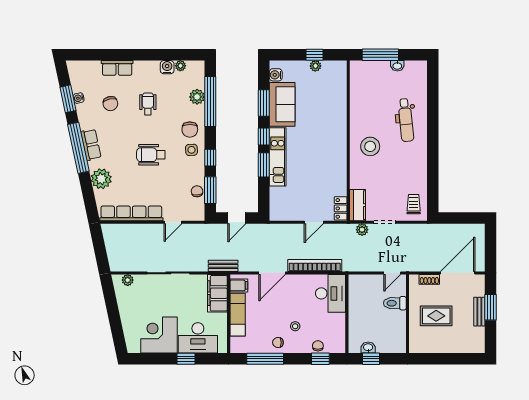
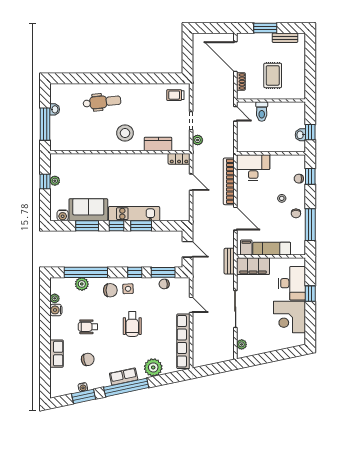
kitchen counter: (358, 205) -> (158, 144), moved
bench: (479, 312) -> (285, 38), moved

